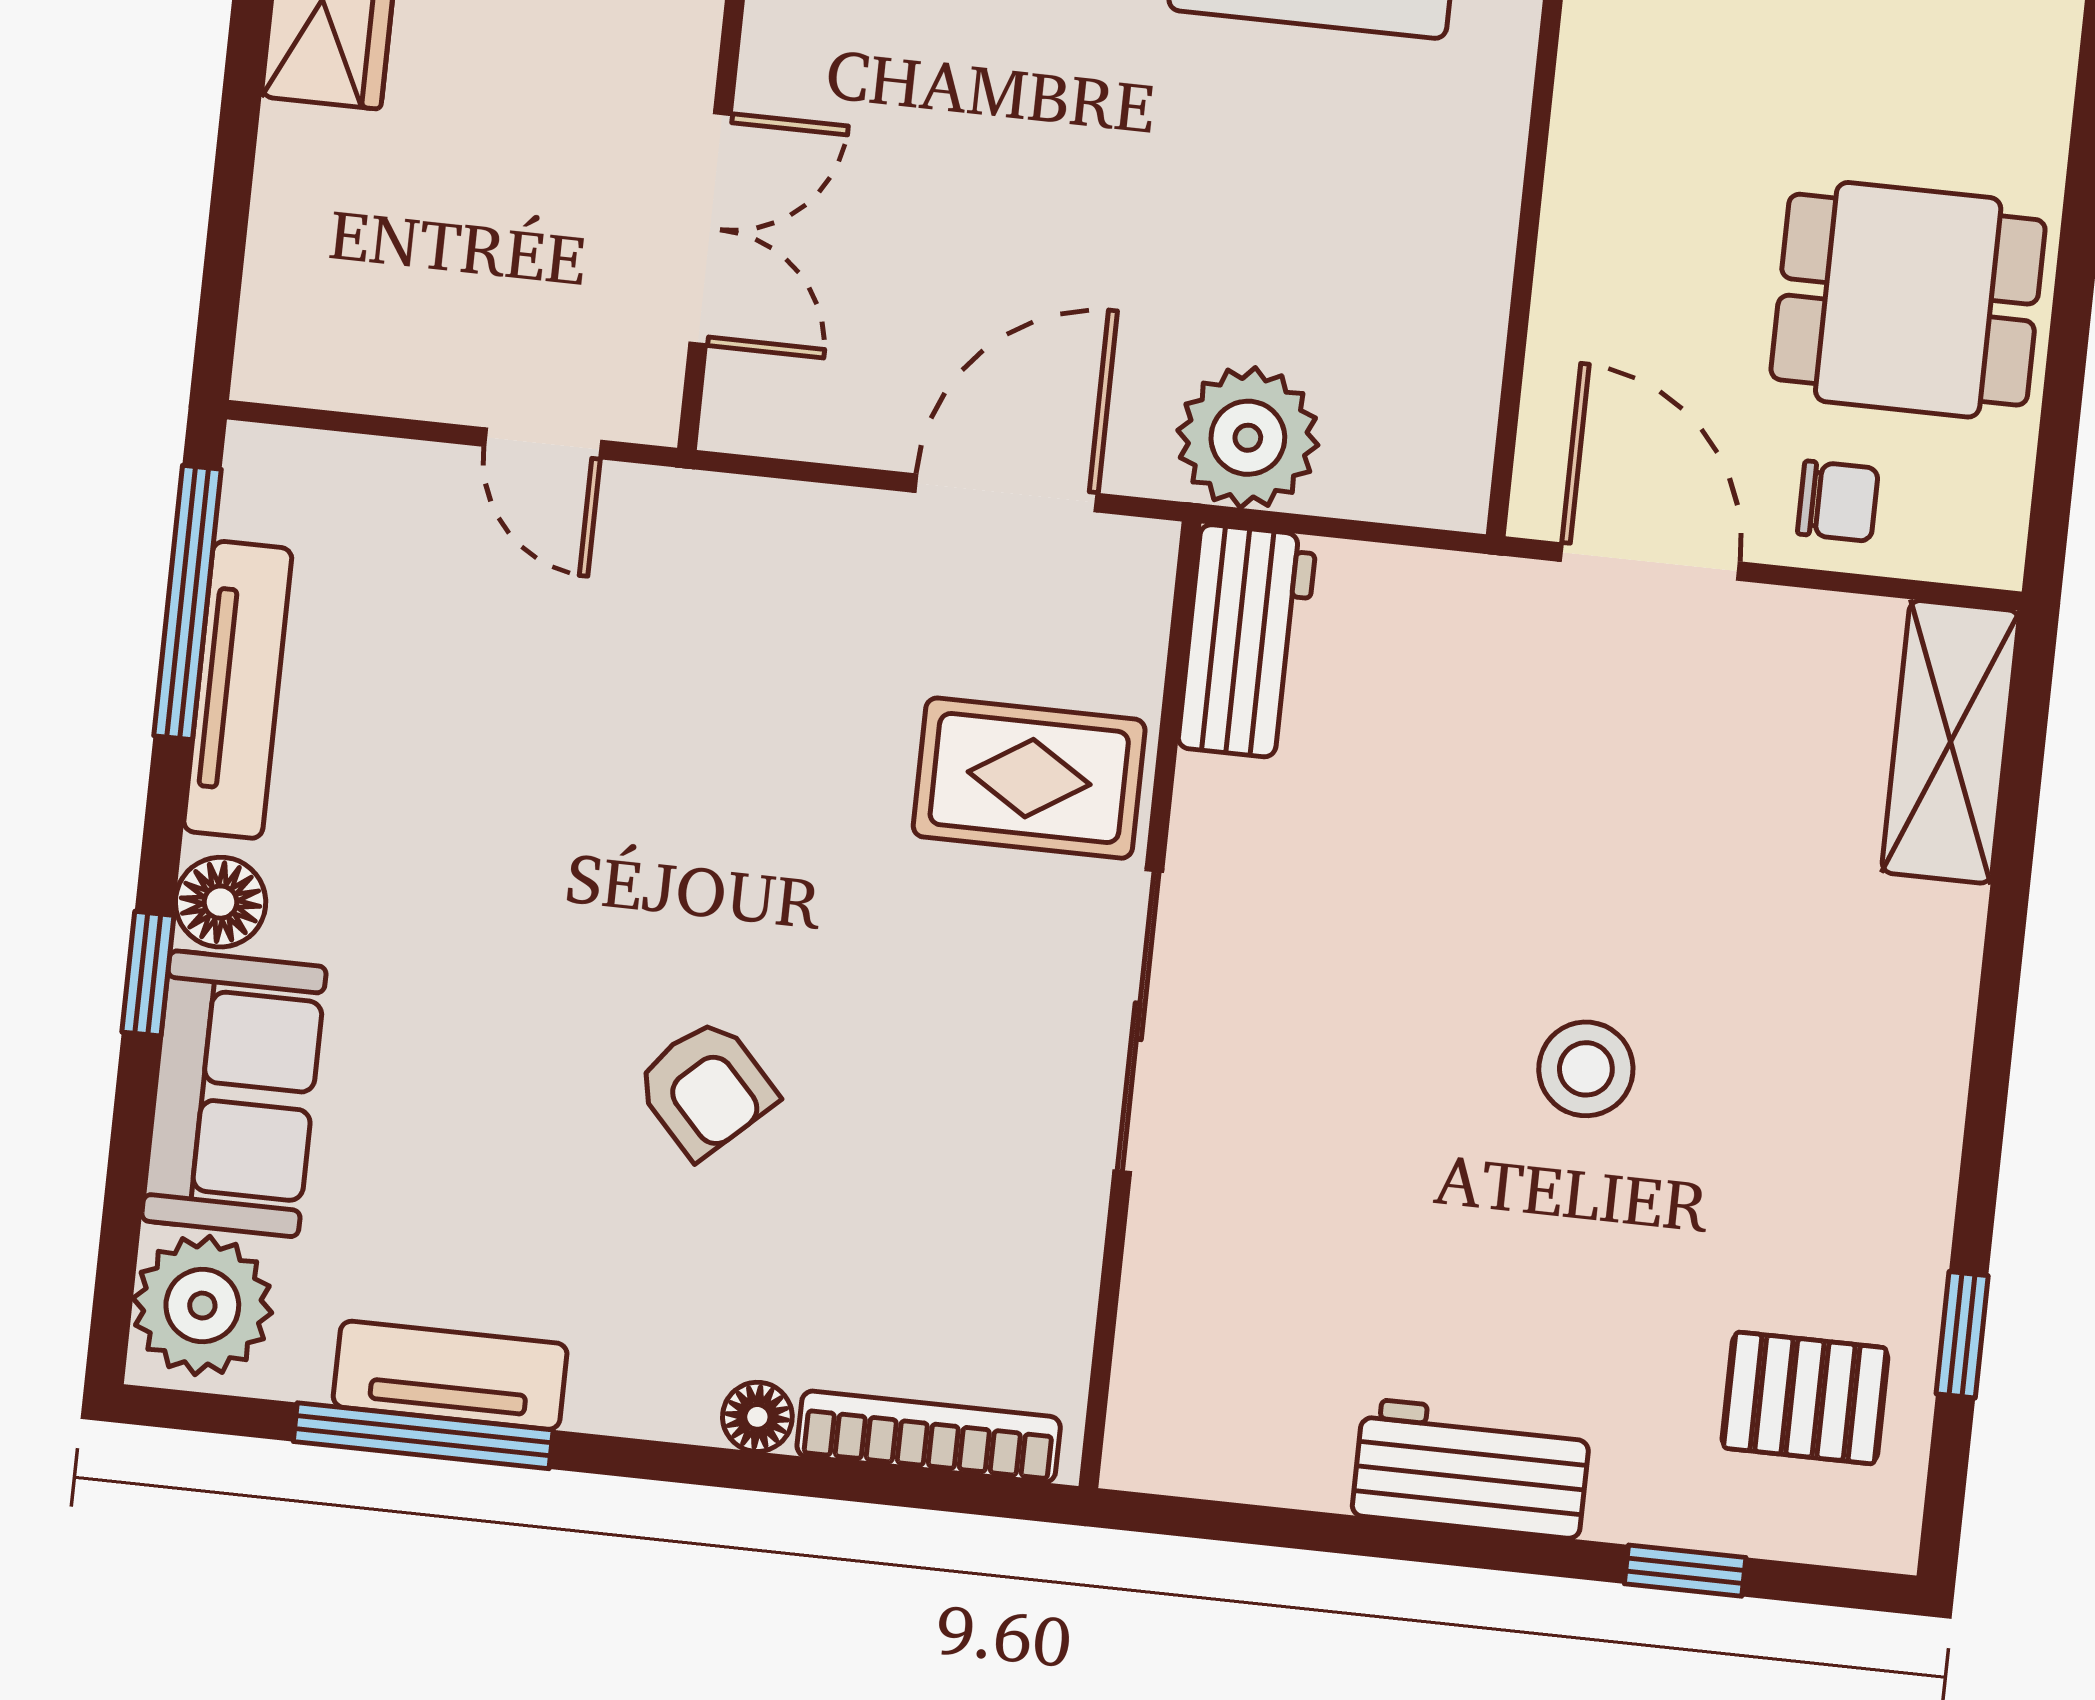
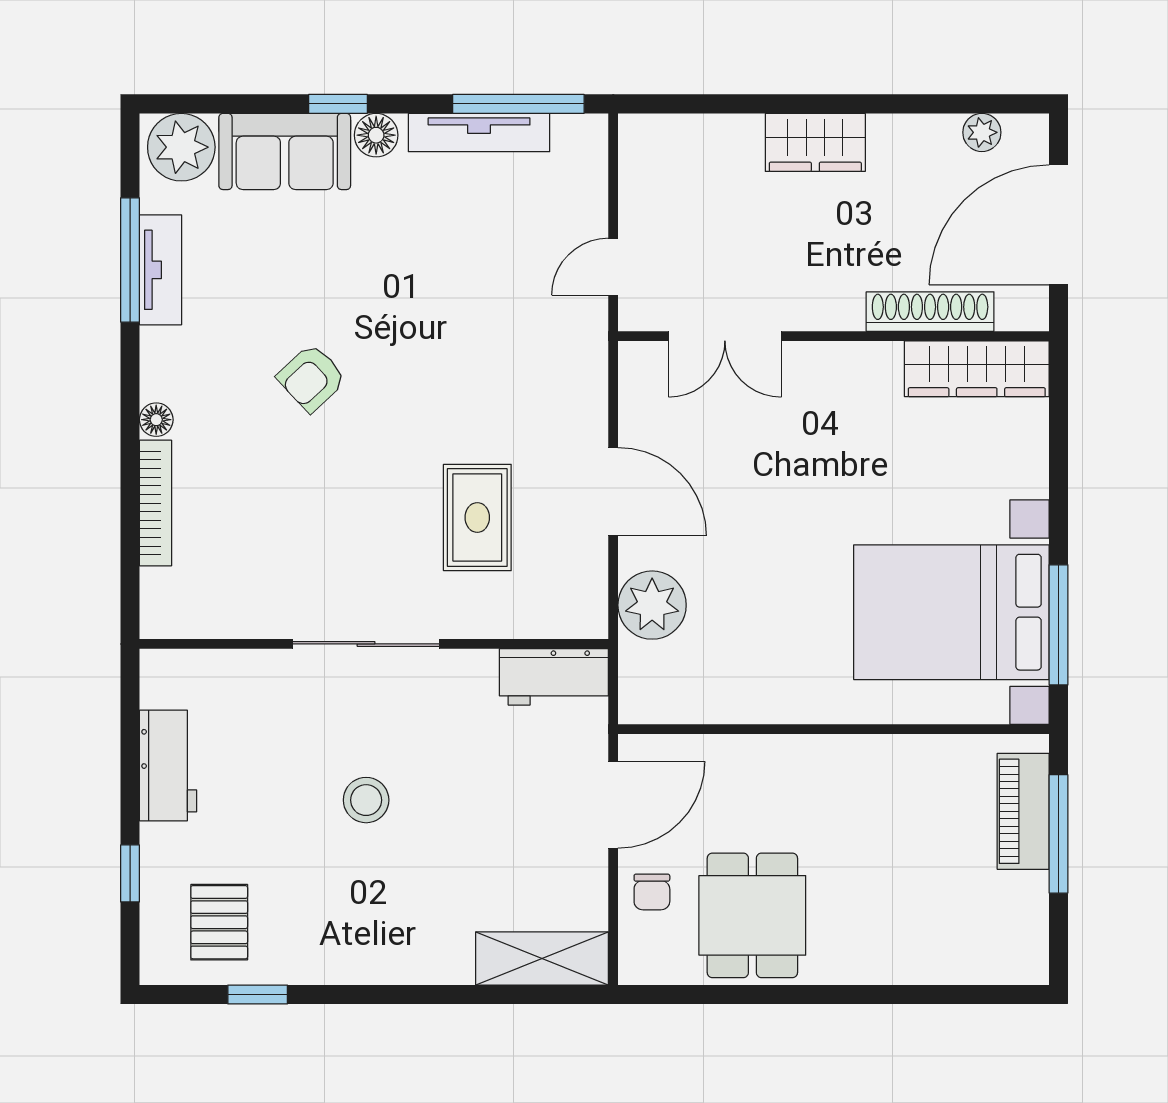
workbench: (1247, 642) -> (554, 677), moved
wall: (1140, 1005) -> (374, 644), moved
sliding door: (1138, 1021) -> (366, 644), moved

